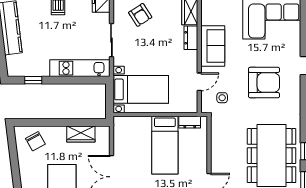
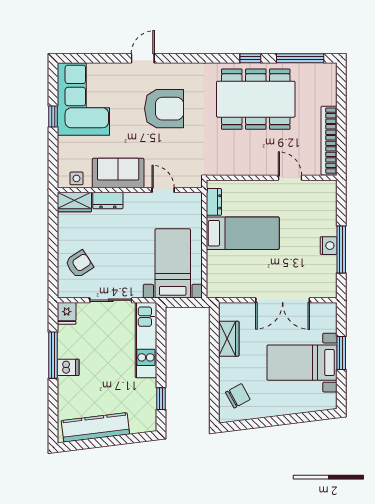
armchair: (264, 83) -> (164, 109), turned 90
side table: (222, 98) -> (76, 178), moved

